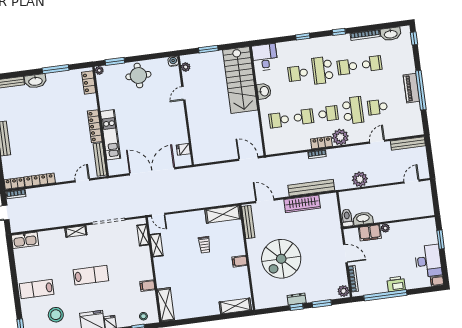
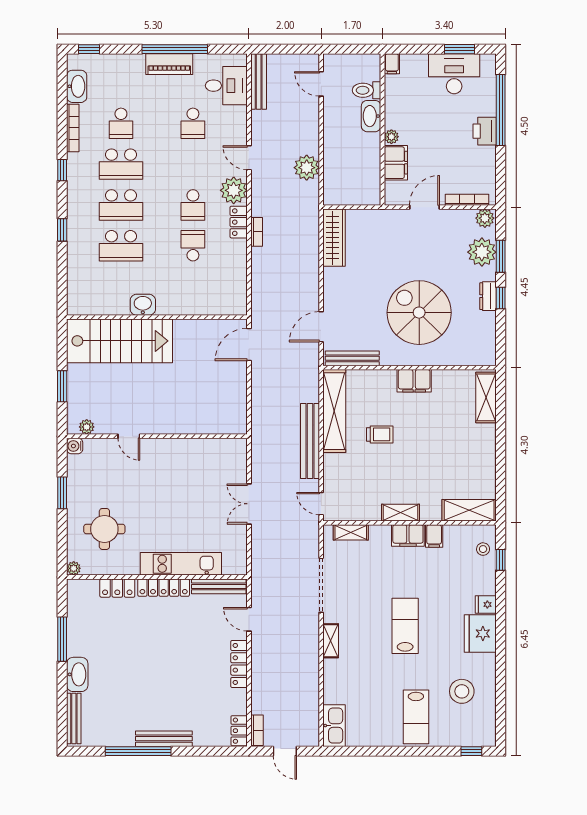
desk: (265, 57) -> (226, 86), moved, turned 180
window: (115, 61) -> (62, 493), moved
school desk: (372, 64) -> (121, 123), turned 180
school desk: (347, 67) -> (121, 164), width x1.85
school desk: (298, 73) -> (121, 246), width x1.85
round table: (138, 76) -> (104, 529), moved
locker: (89, 82) -> (117, 588), moved
school desk: (353, 110) -> (193, 164), removed
school desk: (328, 114) -> (193, 205), turned 180
school desk: (279, 120) -> (193, 287), removed
door: (377, 142) -> (249, 158), moved
fridge: (183, 149) -> (220, 448), removed
double door: (152, 171) -> (249, 504), width x0.54
locker: (40, 180) -> (239, 664), moved
bench: (311, 188) -> (310, 441), moved
wardrobe: (302, 204) -> (334, 238), moved
shelving: (223, 214) -> (334, 411), width x1.47
door: (158, 215) -> (321, 504), swing flipped
toilet: (347, 218) -> (367, 90), moved
washbasin: (363, 218) -> (371, 116), moved
window: (441, 239) -> (459, 49), moved
shelving: (156, 245) -> (401, 513), moved
spiral stairs: (281, 259) -> (419, 313), turned 180
filing cabinet: (240, 261) -> (414, 381), width x2.00
filing cabinet: (146, 270) -> (408, 535), added
filing cabinet: (437, 281) -> (392, 64), moved
plant: (323, 292) -> (482, 252), added
window: (385, 295) -> (501, 110), moved

